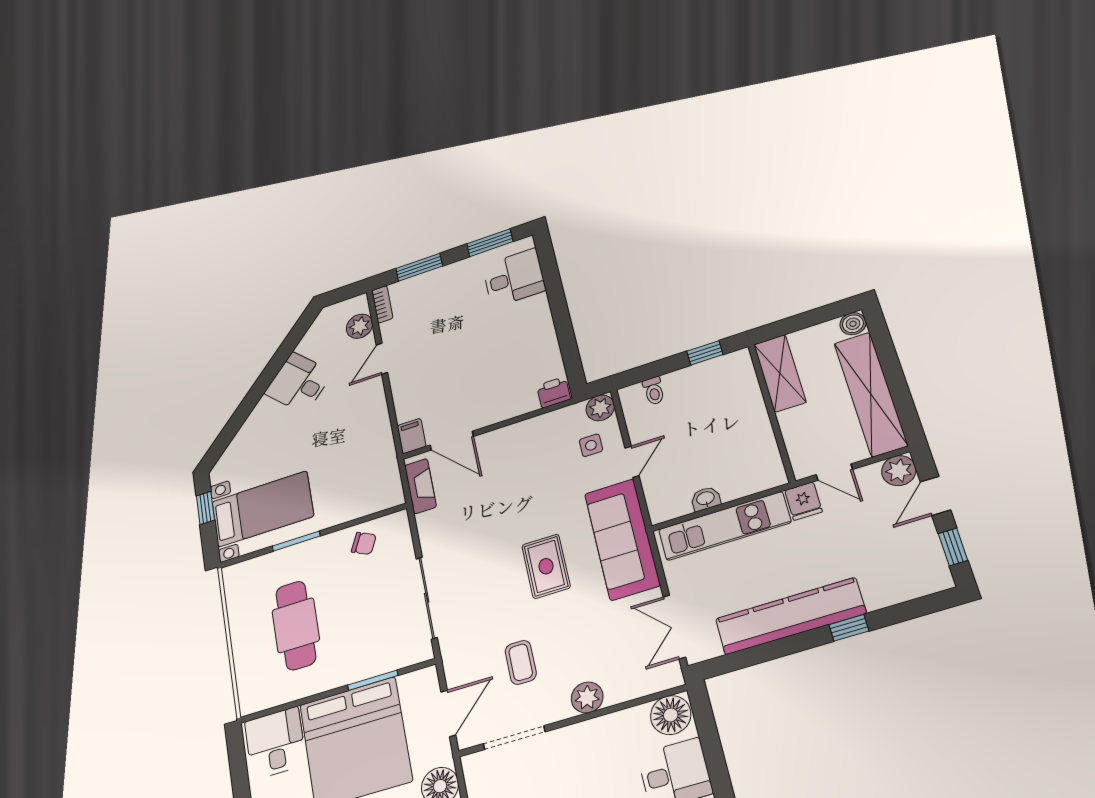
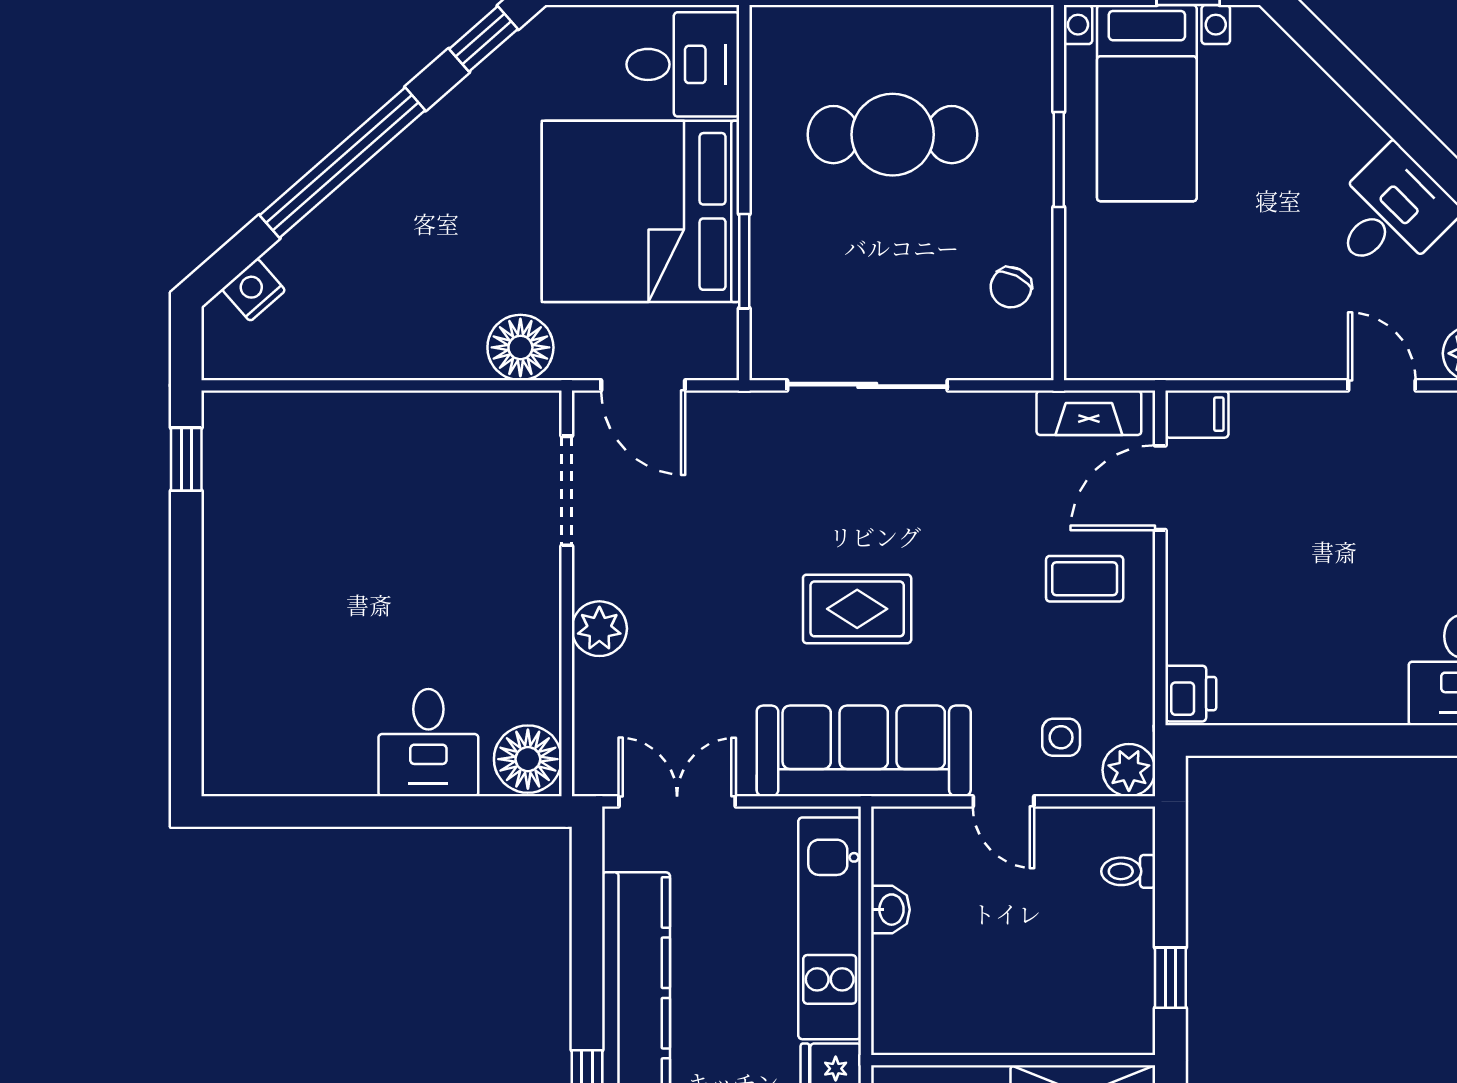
coffee table: (521, 662) -> (1085, 579), moved

